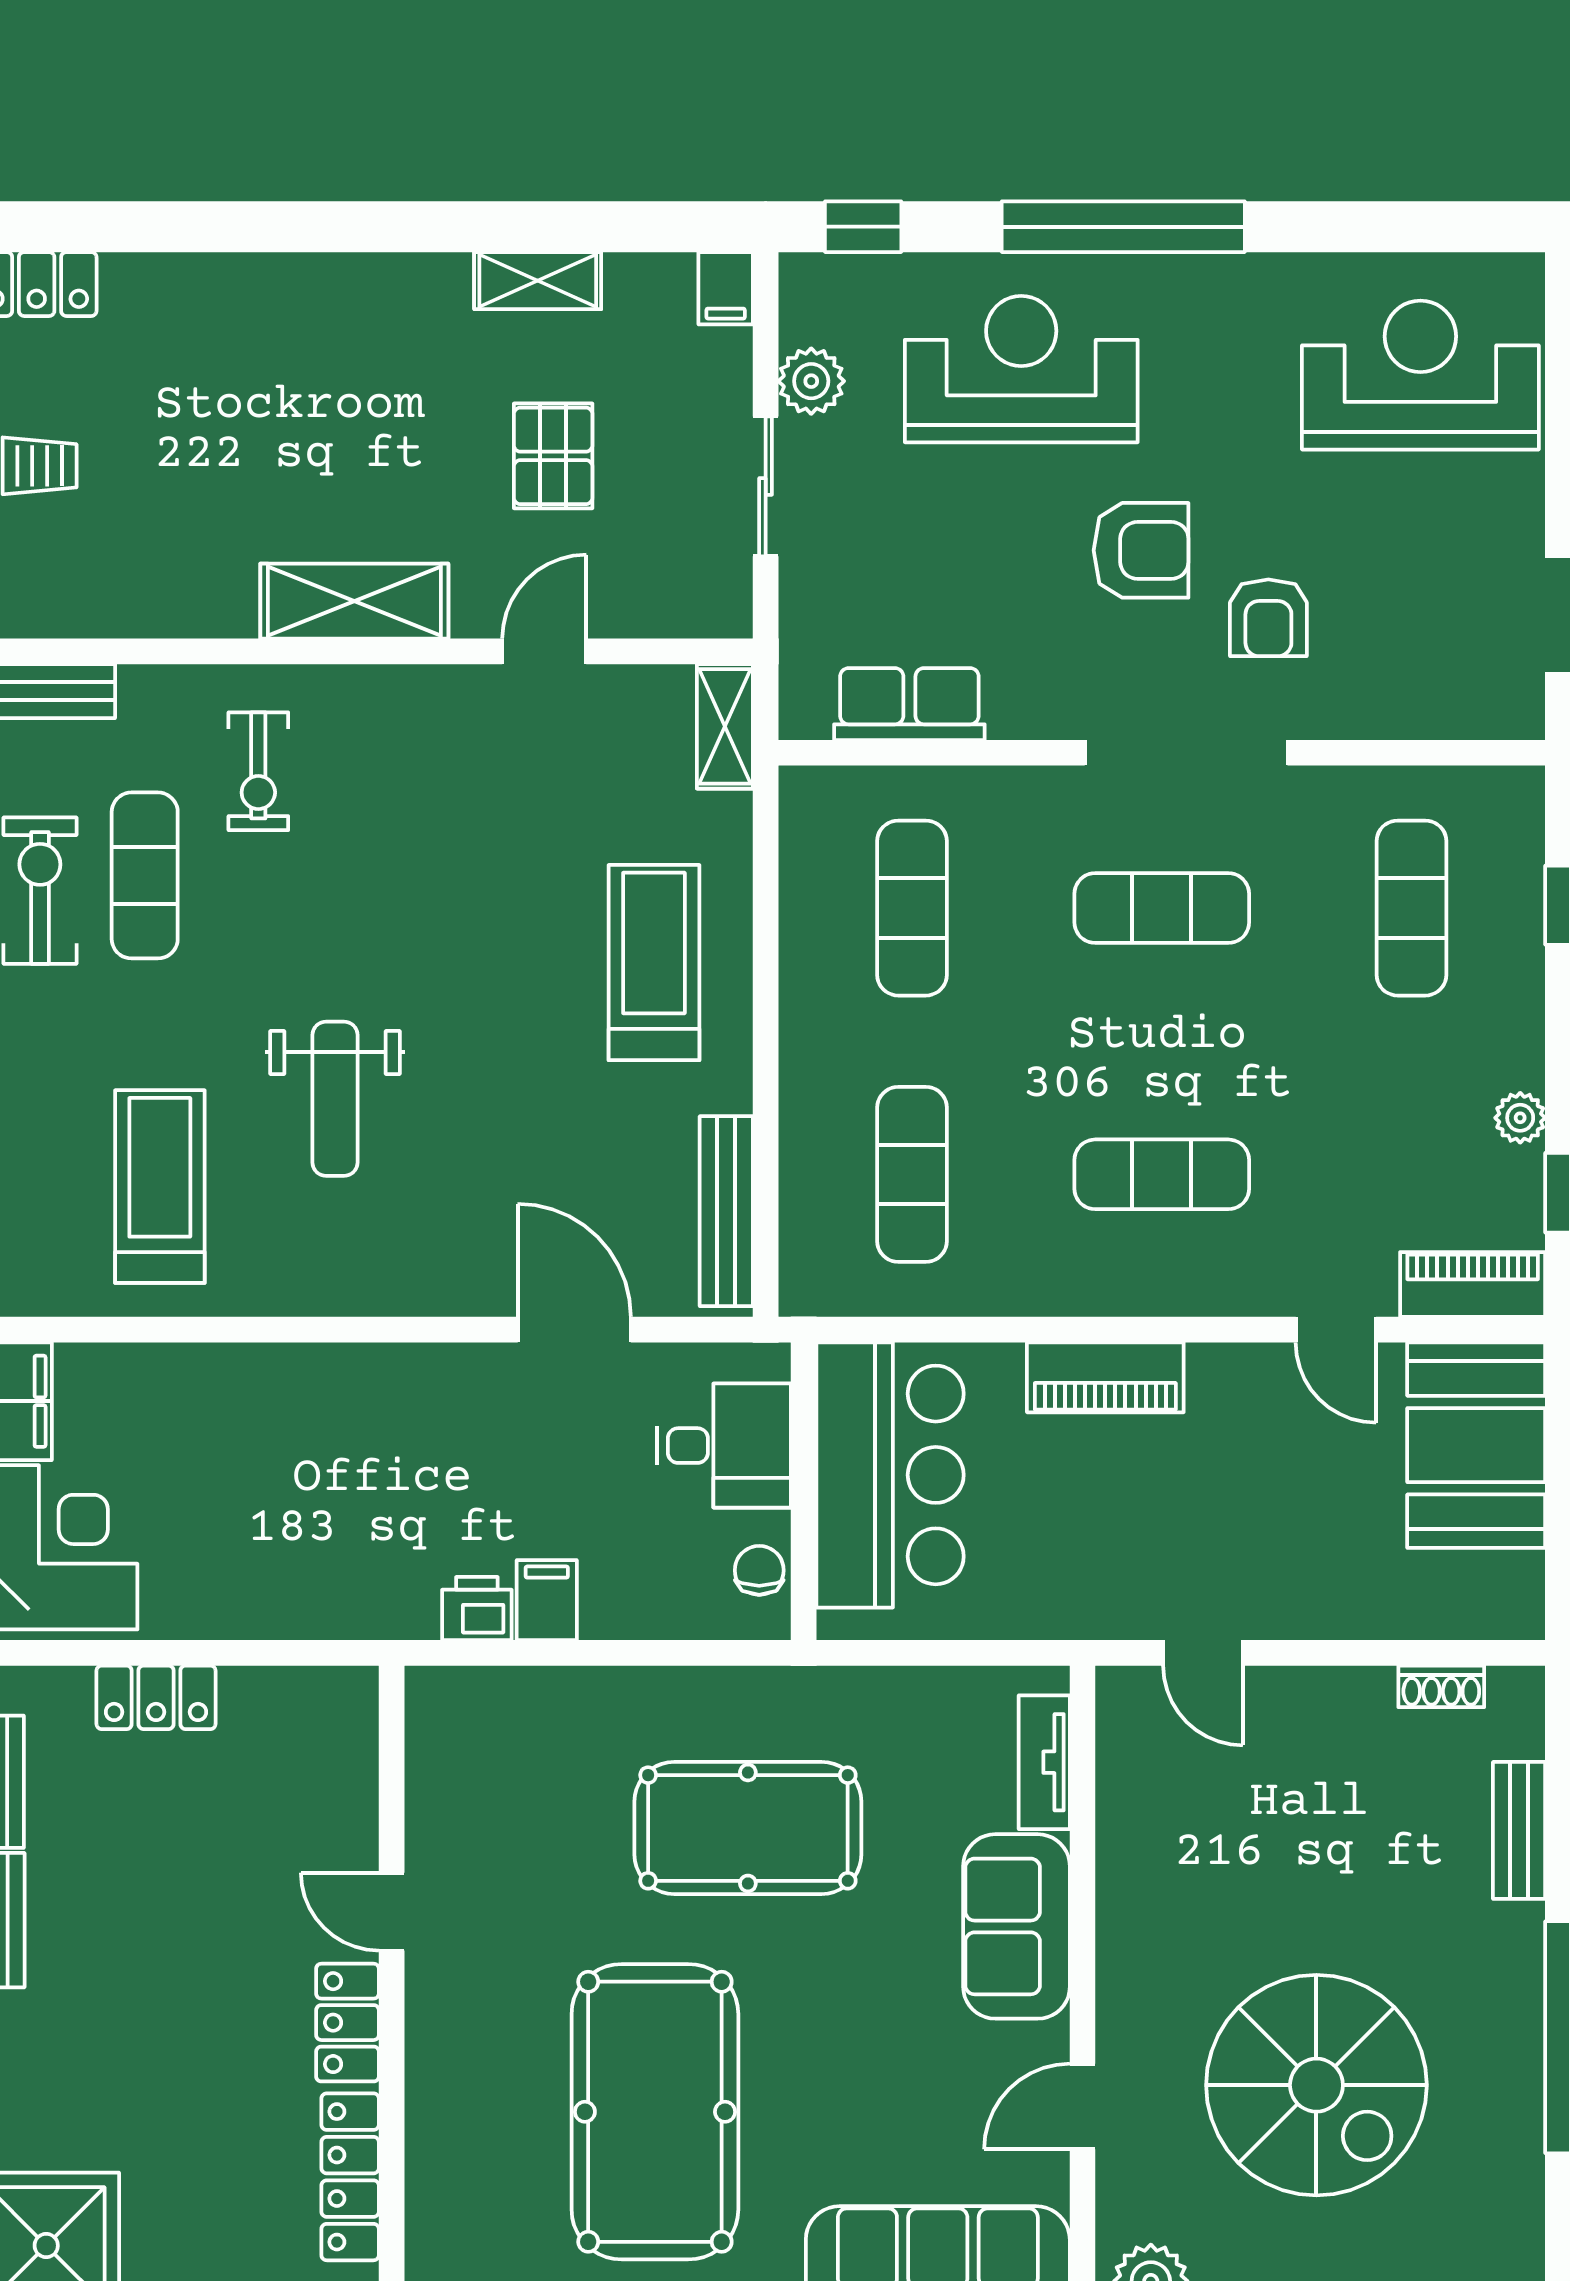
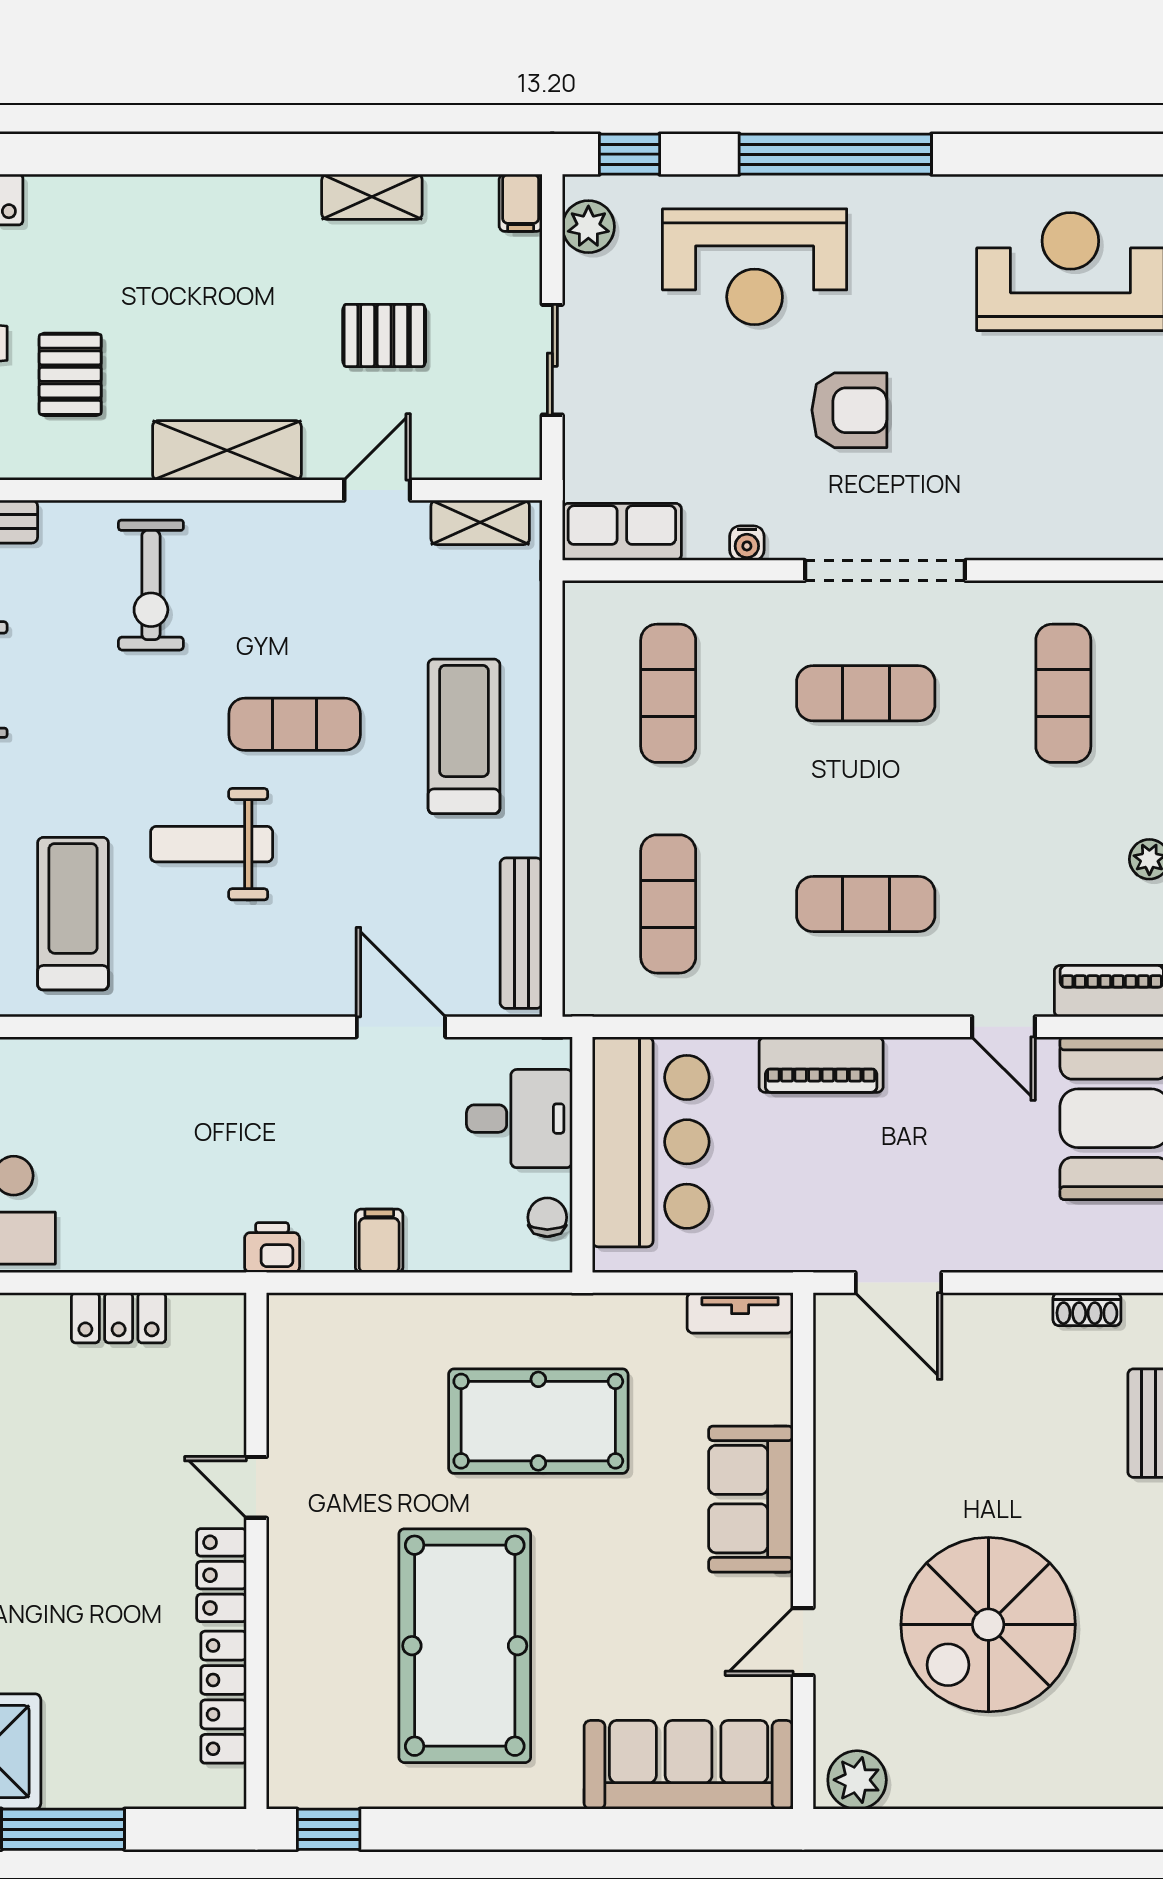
reception desk: (1021, 369) -> (755, 267), turned 180
plant: (811, 381) -> (588, 227), moved
pallet: (553, 456) -> (384, 335), turned 90
pallet: (156, 505) -> (70, 374), added
armchair: (1268, 618) -> (950, 464), removed
row of seats: (909, 704) -> (622, 532), moved
water cooler: (1012, 718) -> (747, 543), added
shelving: (725, 726) -> (480, 522), moved, turned 90
exercise bike: (258, 771) -> (151, 585), width x1.38, depth x1.39
exercise mat: (145, 875) -> (295, 724), moved, turned 90
weight bench: (335, 1099) -> (212, 844), turned 90
printer: (477, 1609) -> (272, 1248), moved
door: (1203, 1653) -> (898, 1283), width x1.38
locker: (156, 1697) -> (119, 1318), moved
tv unit: (1044, 1762) -> (740, 1313), moved, turned -90
spiral stairs: (1316, 2085) -> (988, 1625), turned 90

